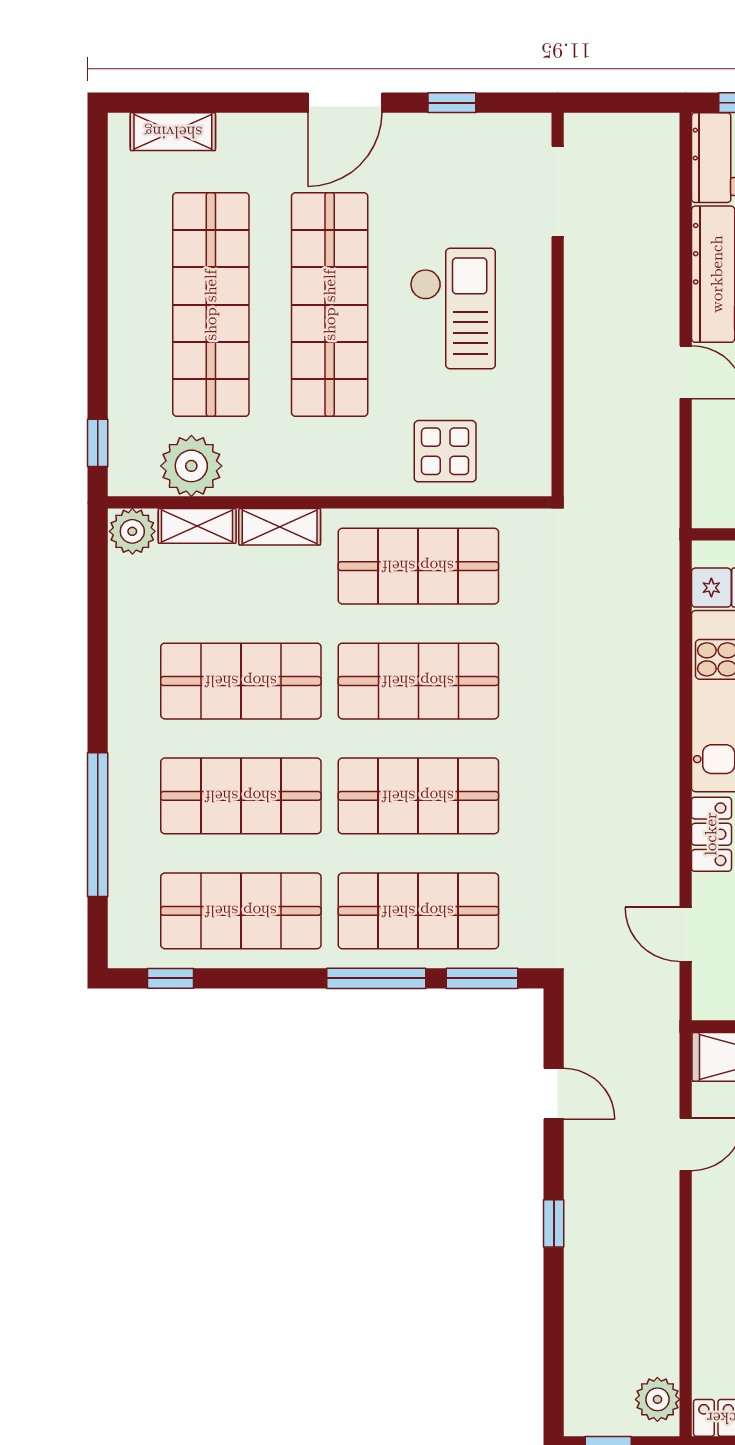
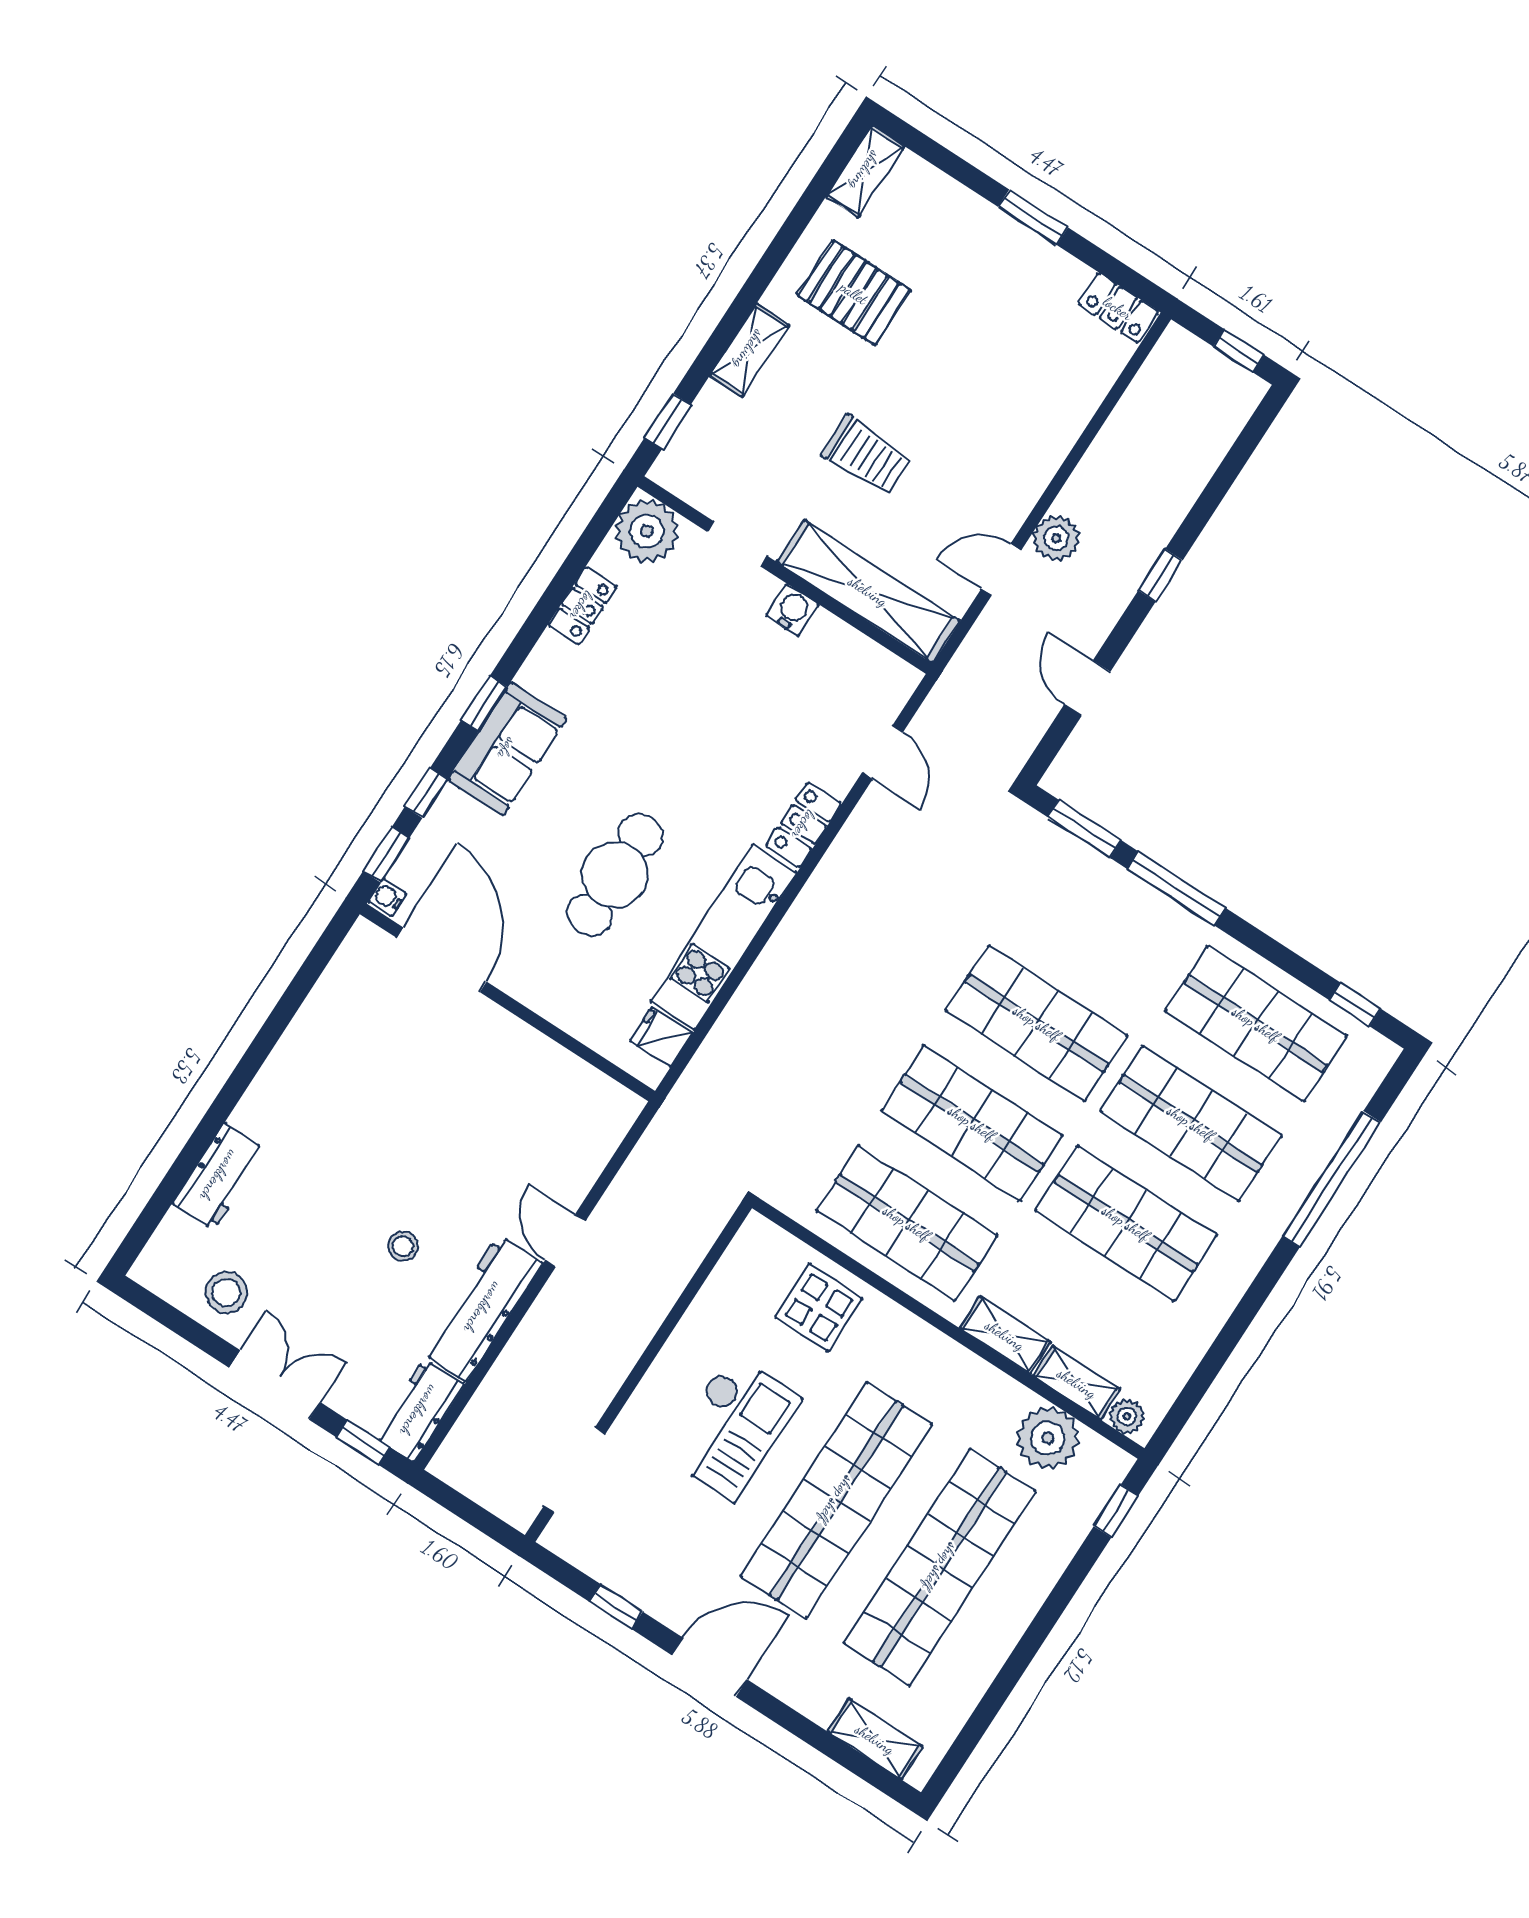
checkout: (453, 308) -> (732, 1427), turned 180
plant: (132, 531) -> (1127, 1416), width x0.73, depth x0.73
shop shelf: (418, 911) -> (1102, 923), removed
plant: (657, 1399) -> (1056, 538), moved

